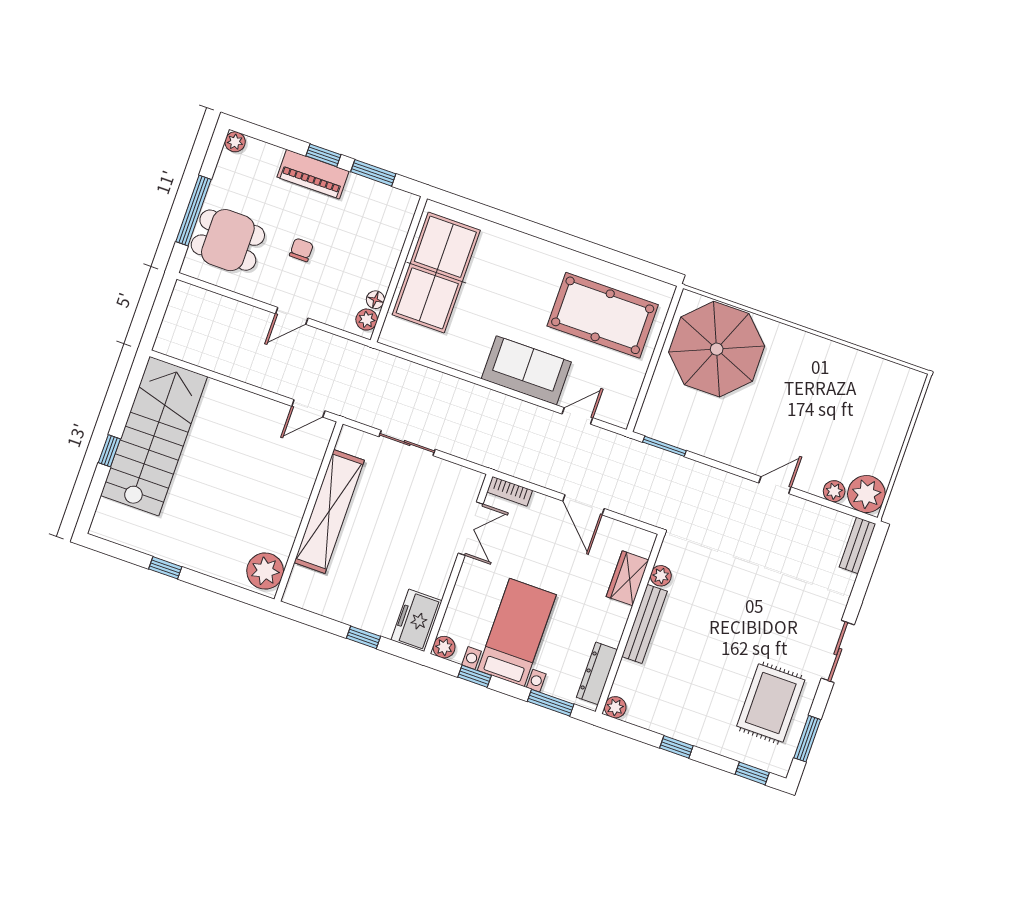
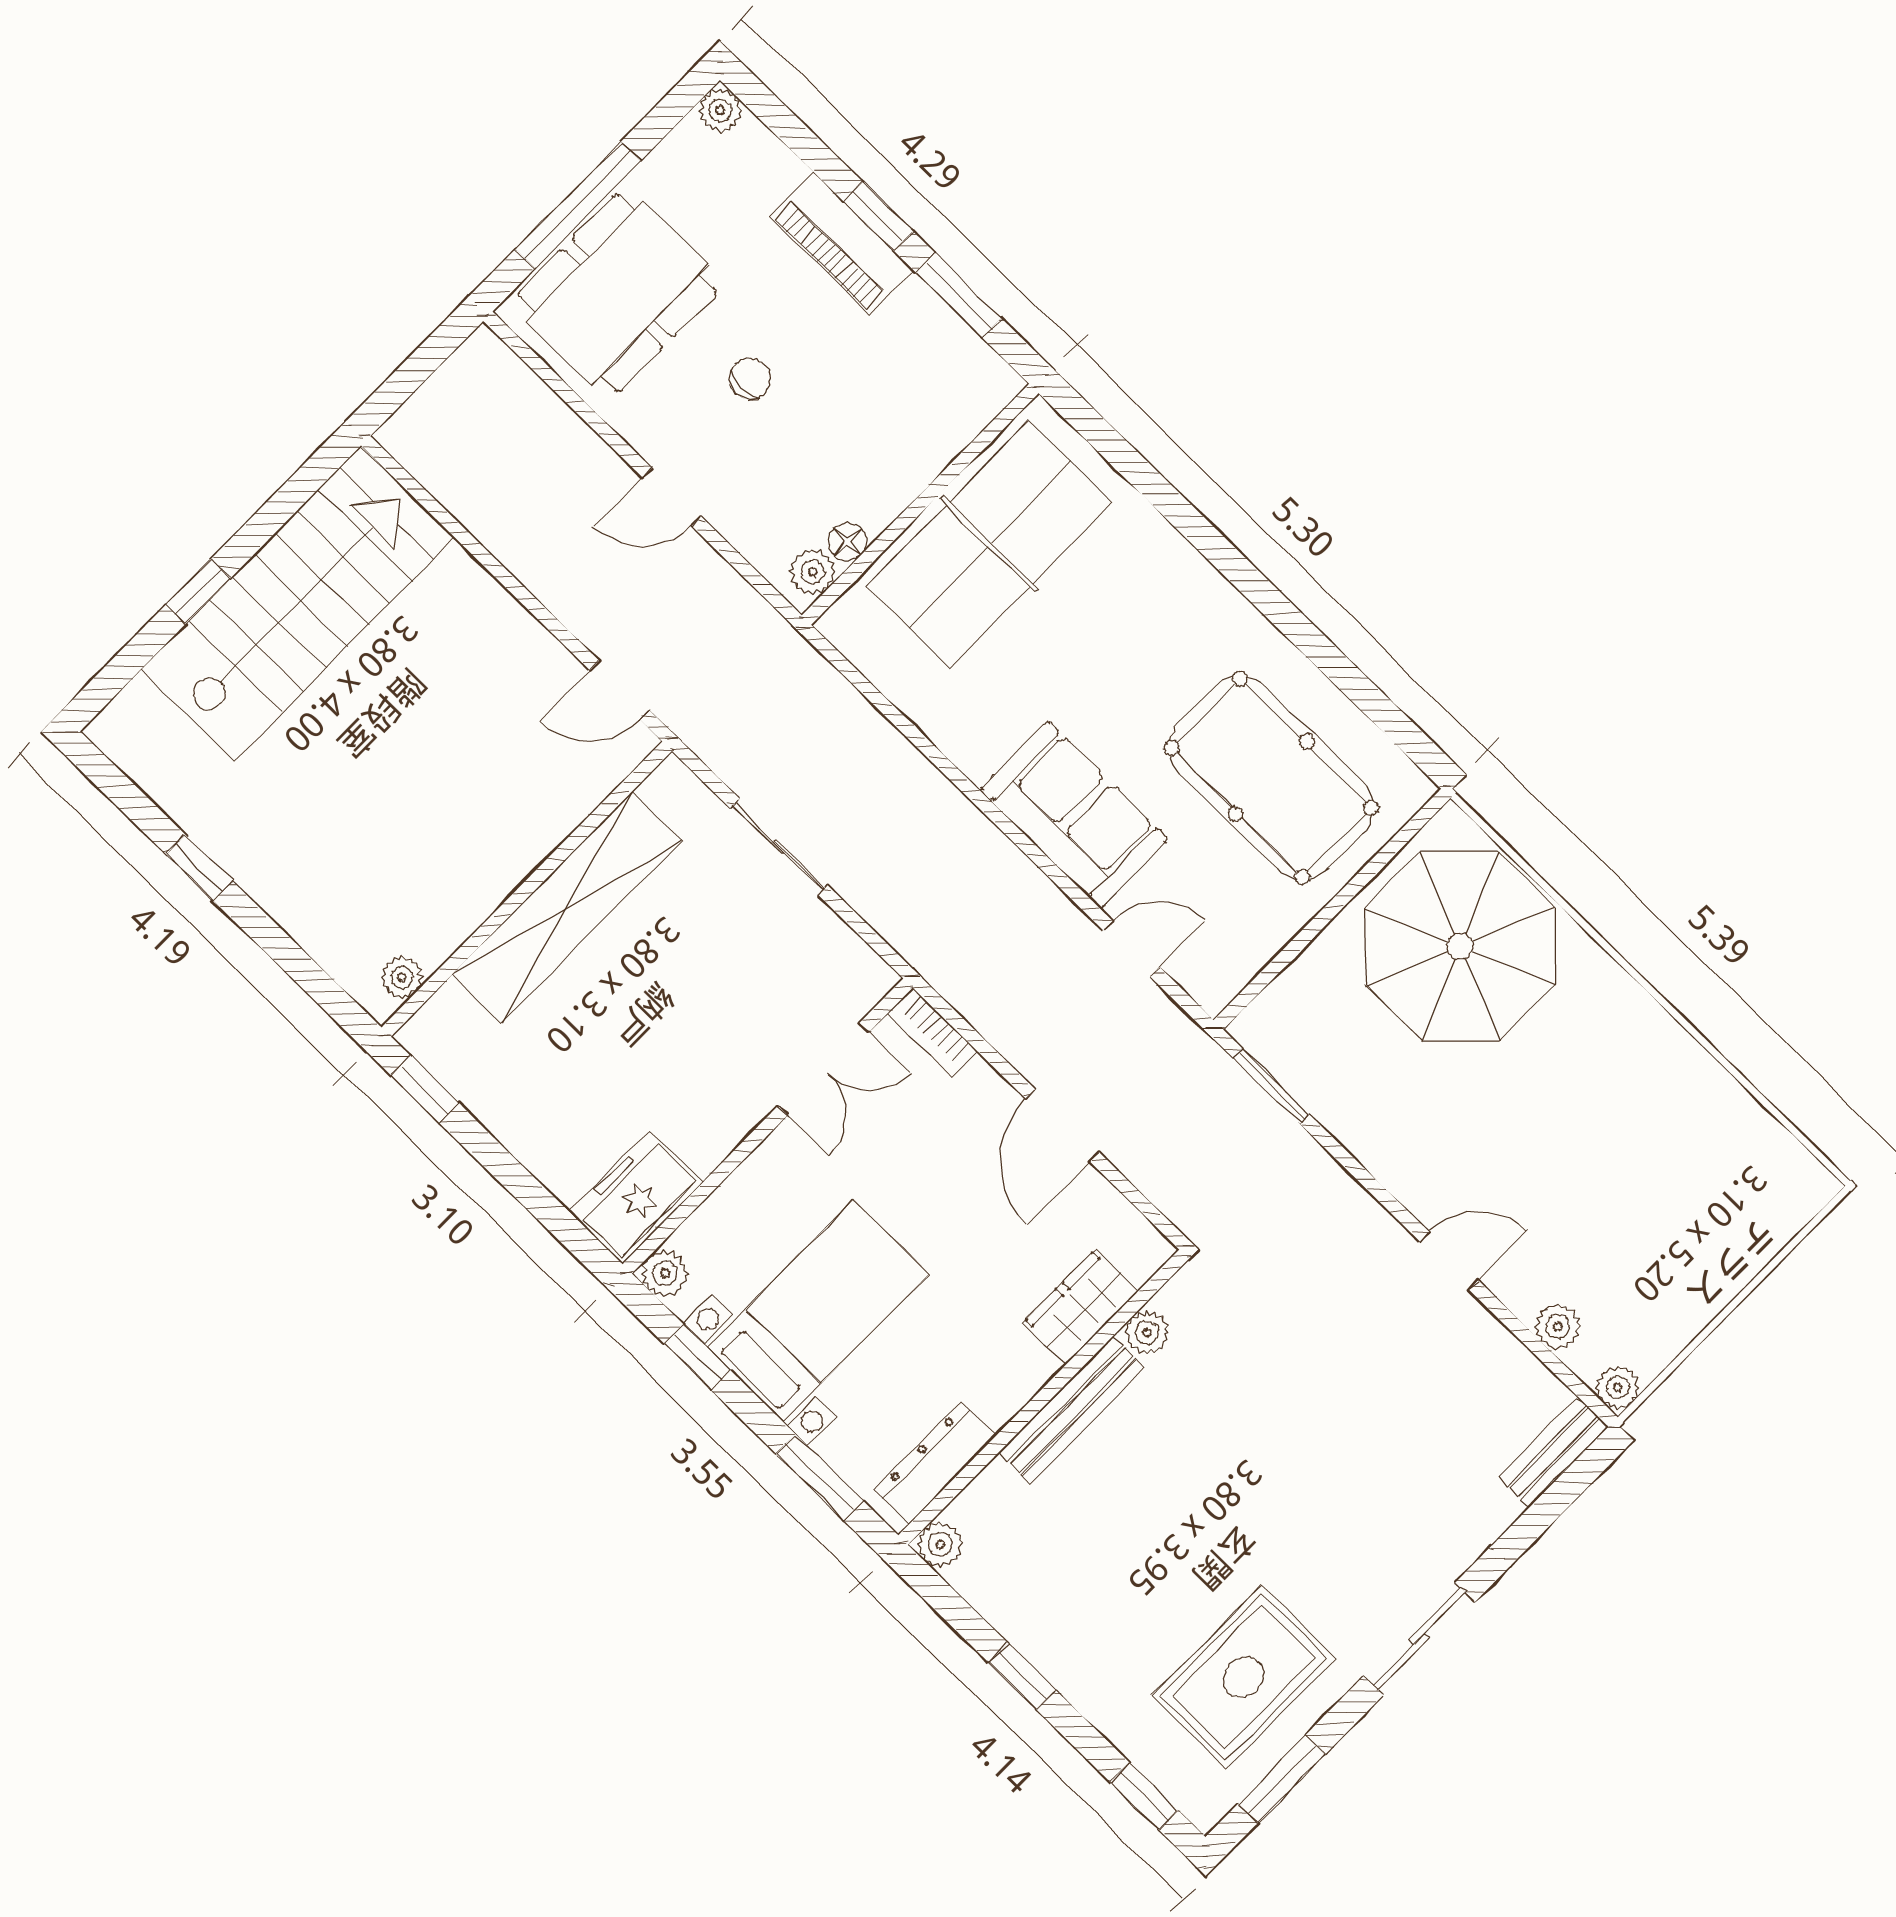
dining table: (228, 240) -> (617, 293), width x1.38
plant: (866, 494) -> (1618, 1388), width x0.53, depth x0.53
plant: (265, 571) -> (402, 977), width x0.53, depth x0.53
window: (364, 637) -> (425, 1089), moved

